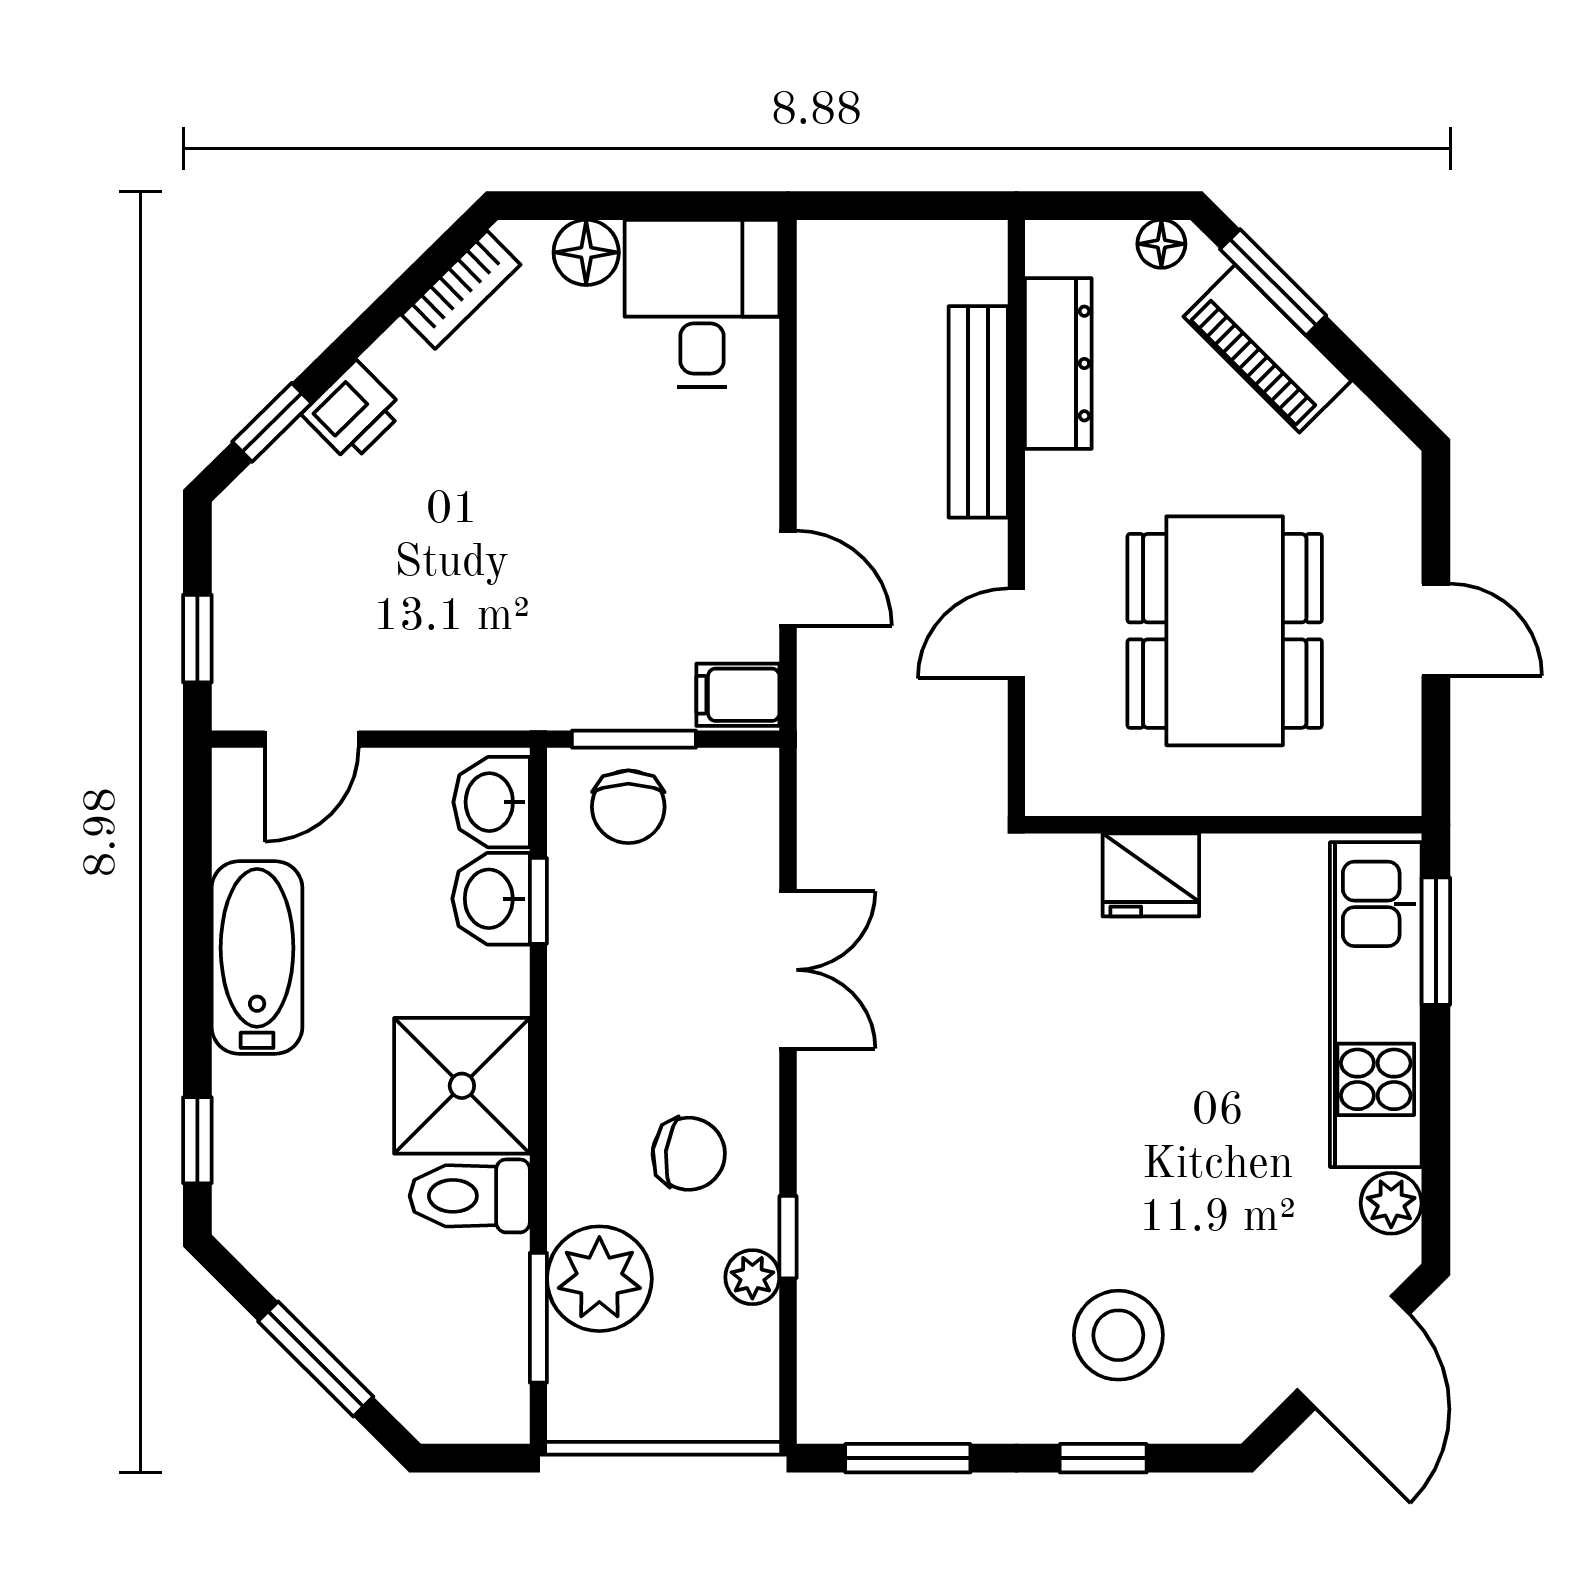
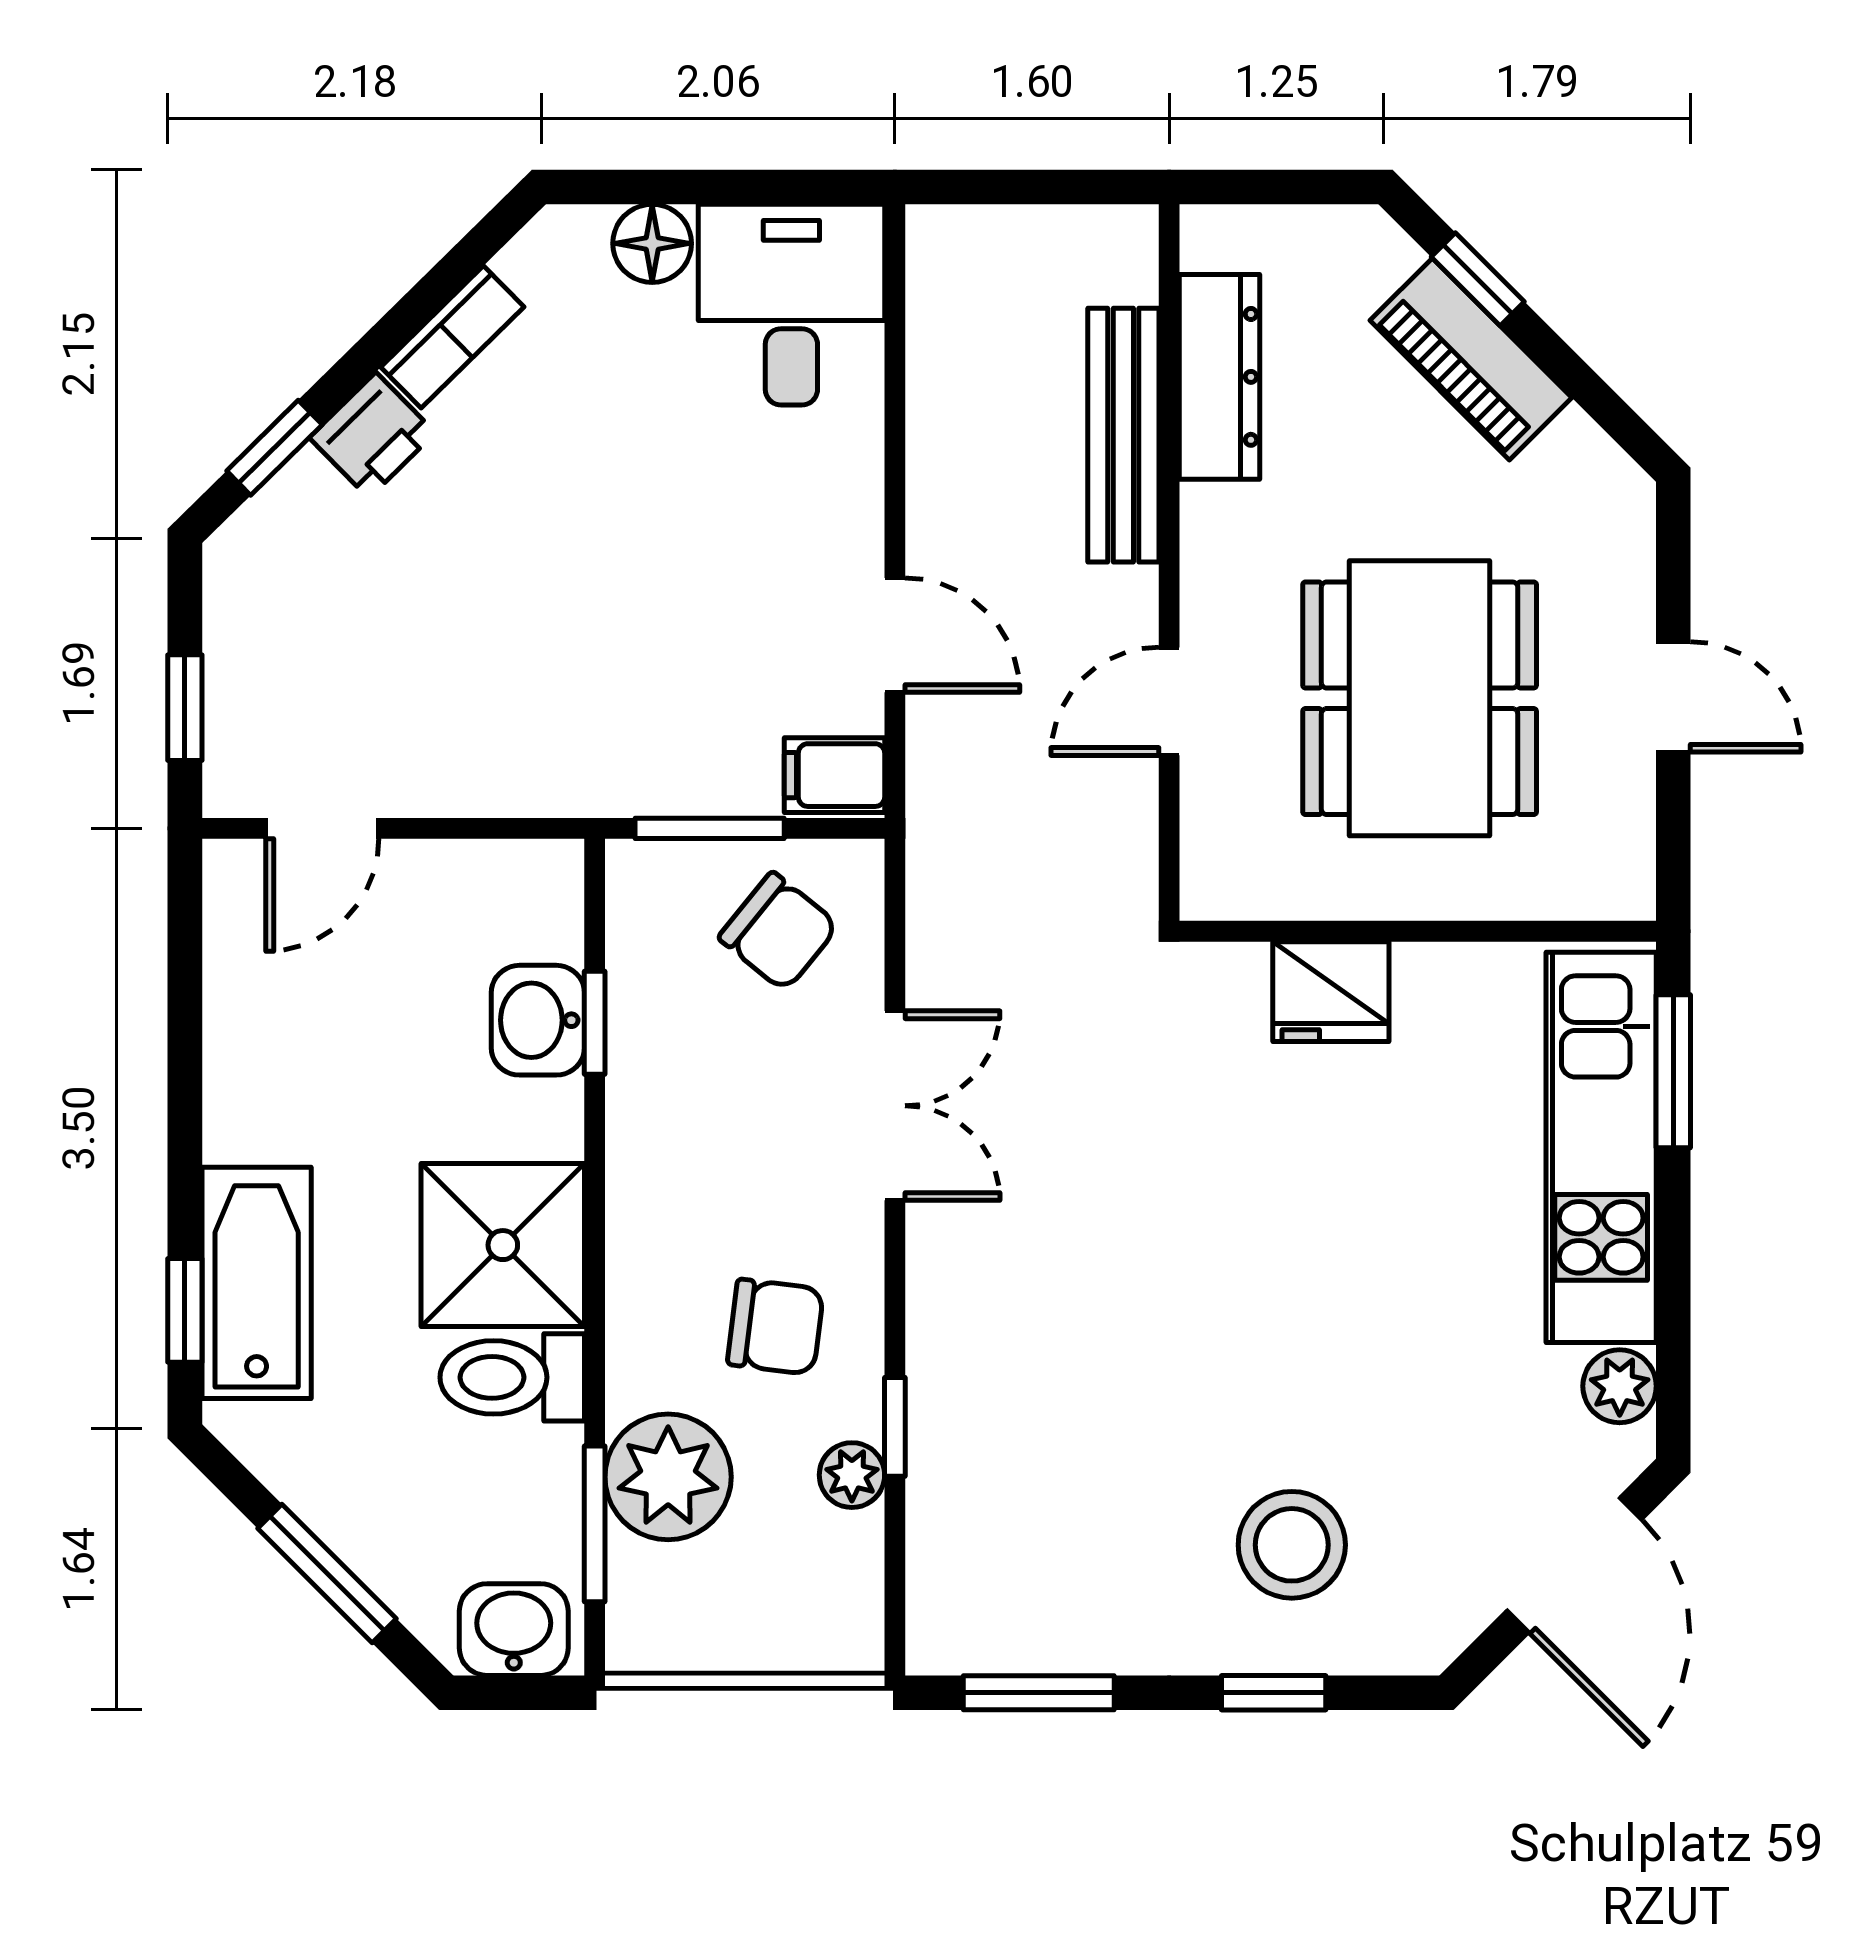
floor lamp: (1161, 244) -> (1344, 233), removed
window: (1273, 282) -> (1478, 279), width x0.67
bookcase: (461, 290) -> (452, 337), moved
washbasin: (492, 802) -> (514, 1630), moved, turned 90
chair: (628, 807) -> (779, 932), moved, turned -51
bathtub: (257, 957) -> (257, 1283), moved

